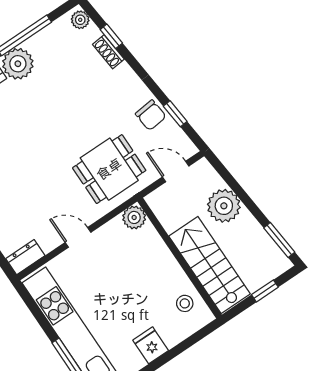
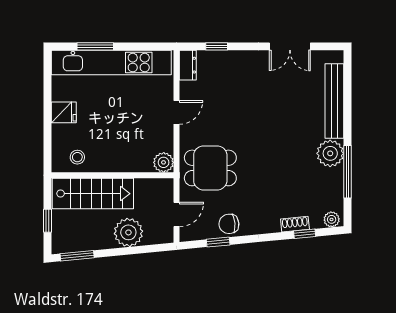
dining table: (109, 169) -> (210, 168), turned 90

